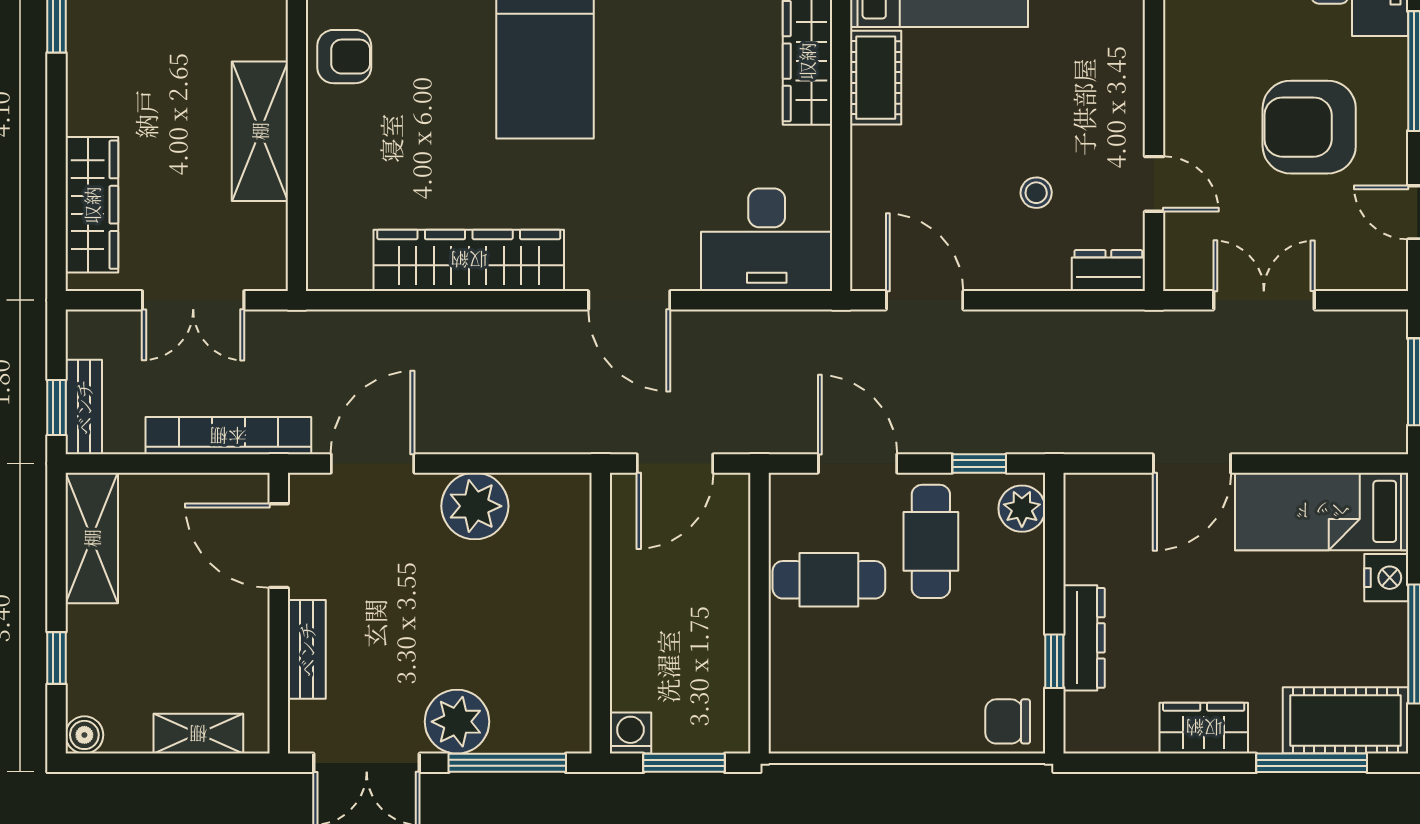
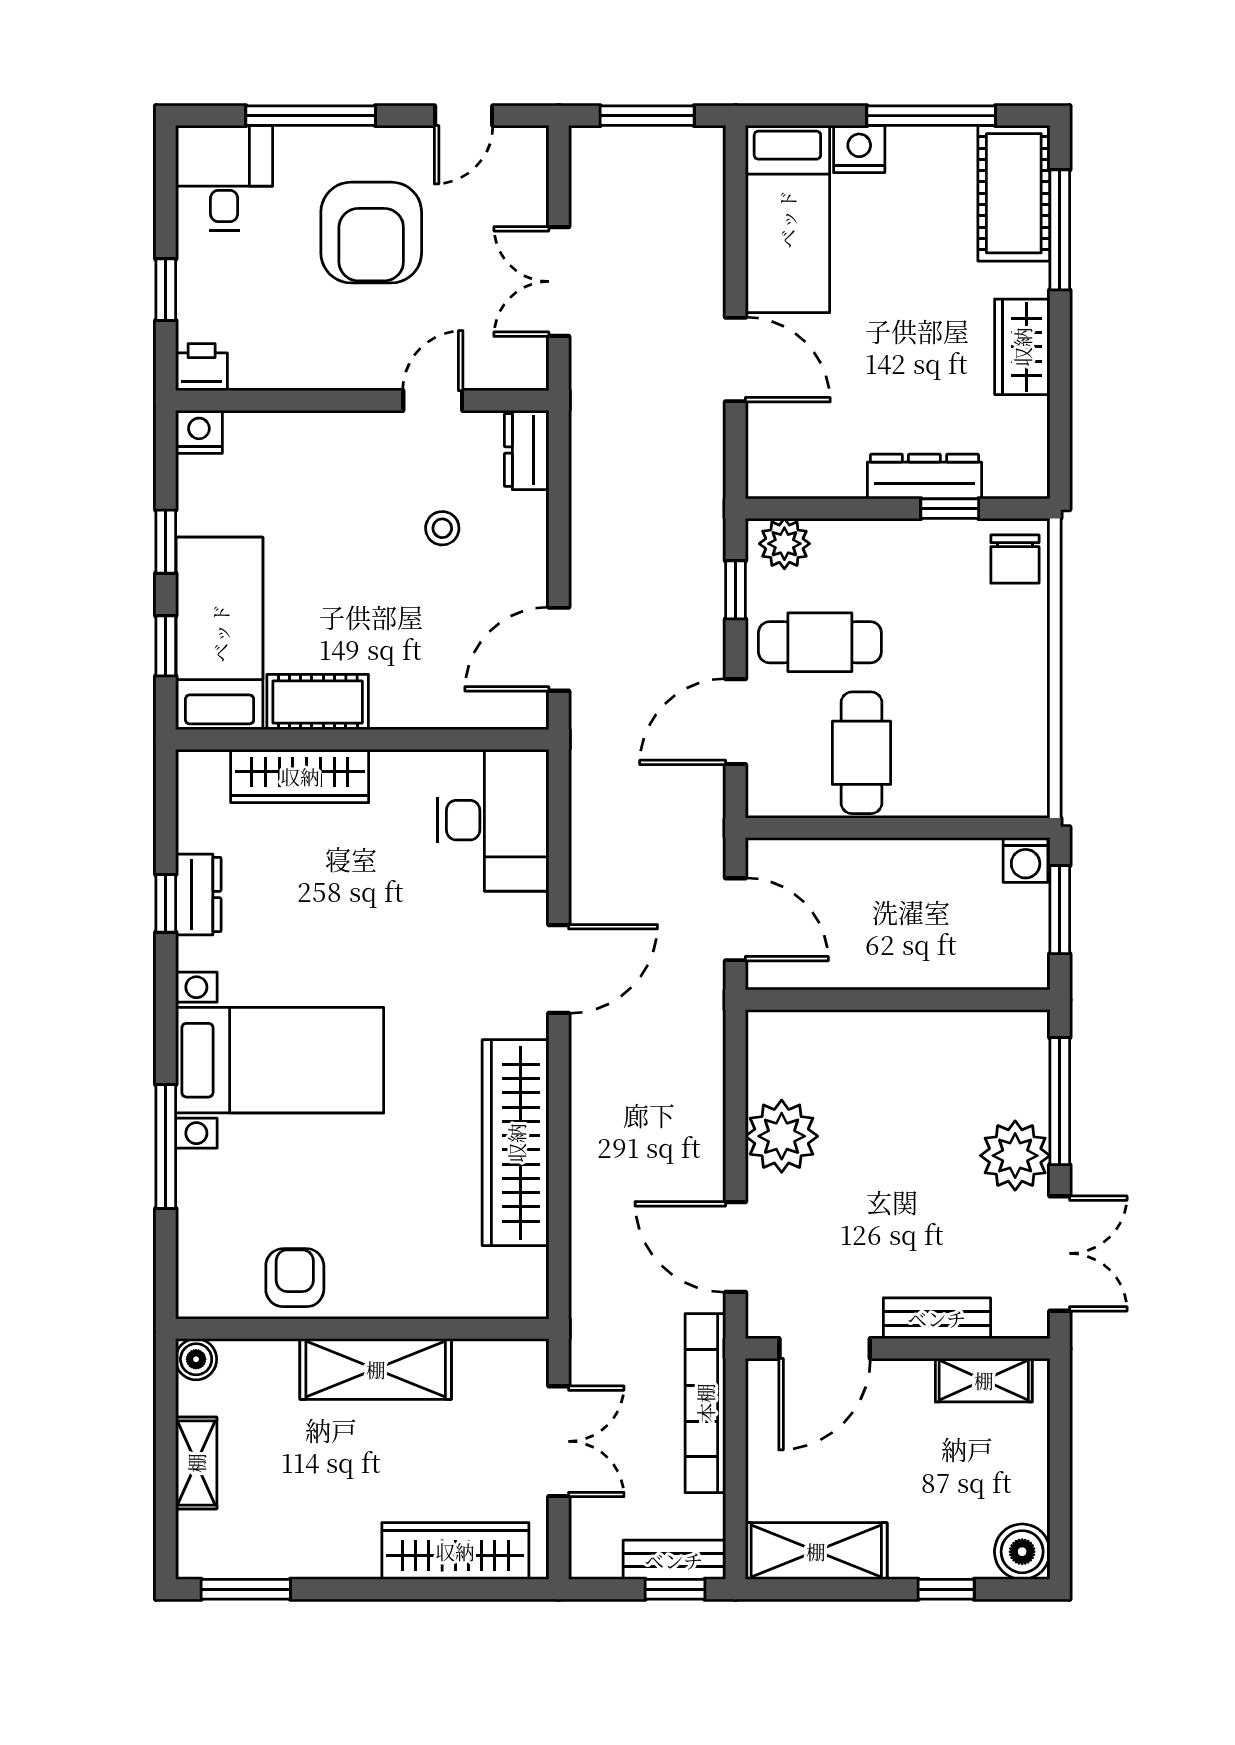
washing machine: (630, 733) -> (1026, 860), moved, turned -90
shelving: (198, 734) -> (984, 1380), moved, turned 90
boiler: (84, 735) -> (1022, 1552), width x1.36, depth x1.36

